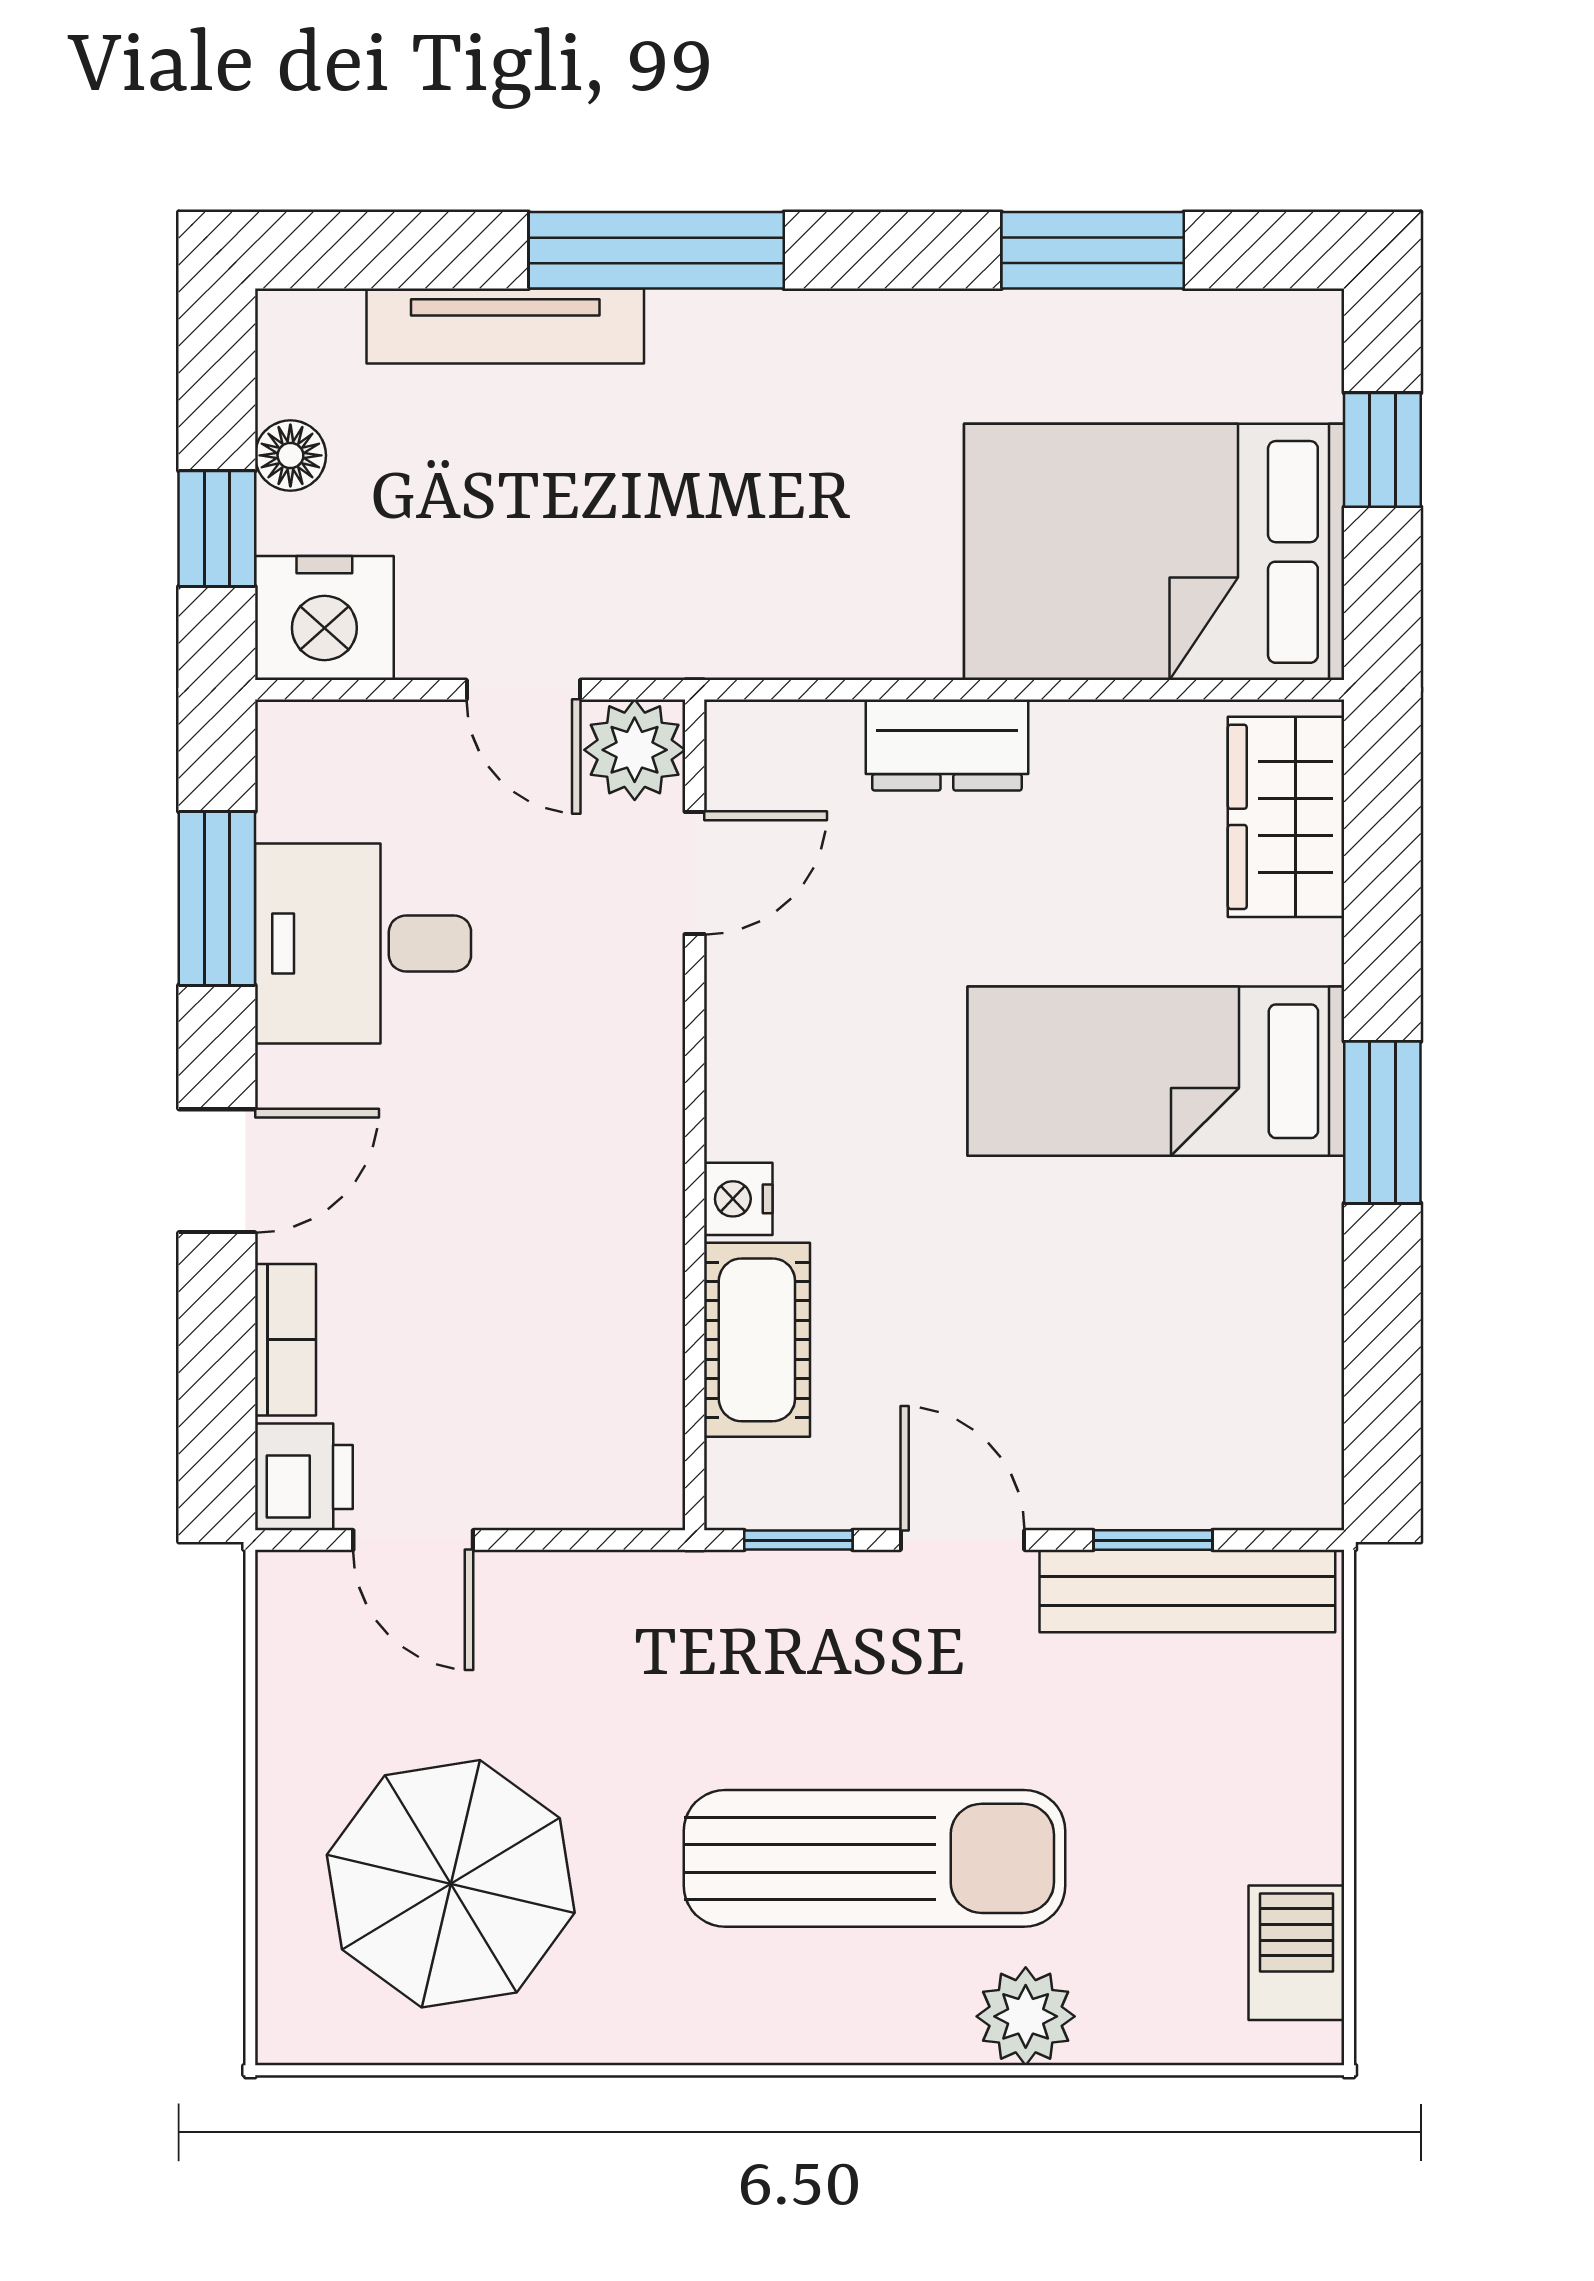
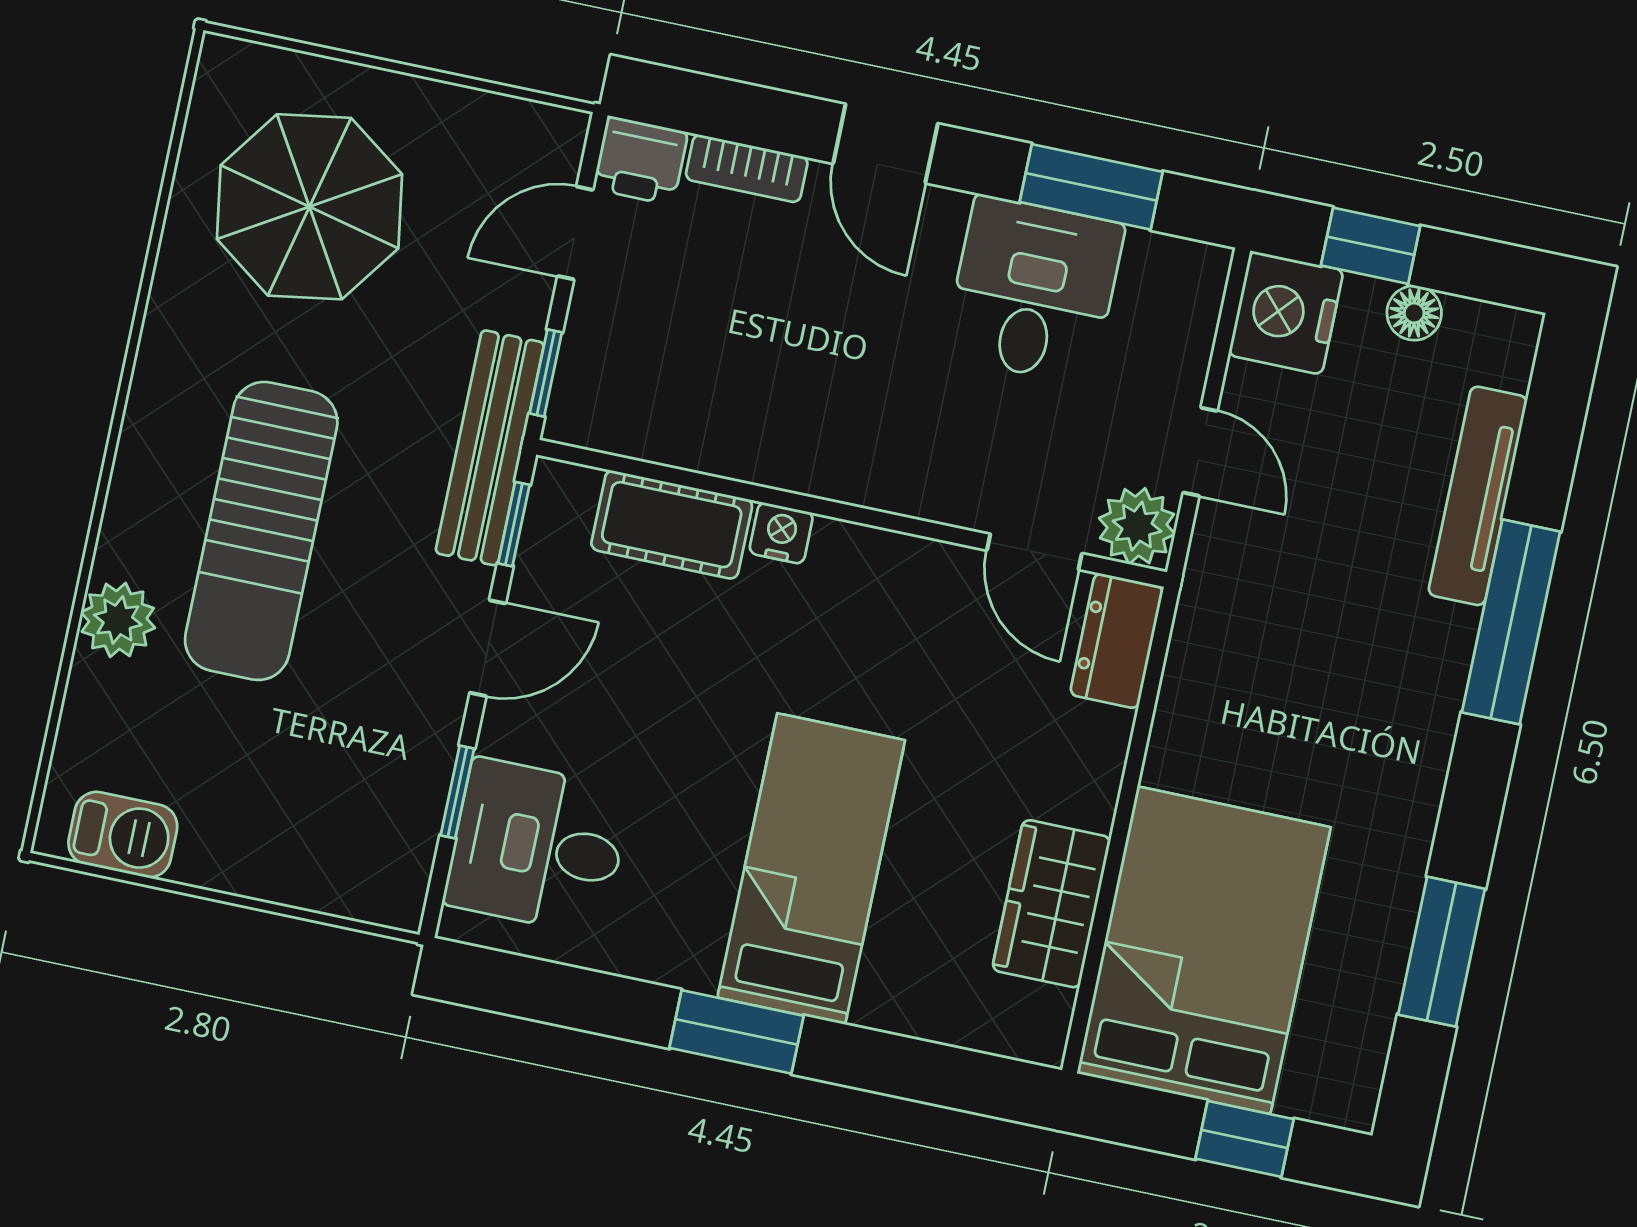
door: (523, 690) -> (1200, 452), swing flipped
dresser: (947, 745) -> (1117, 641), moved
wardrobe: (1286, 817) -> (1051, 904), moved, turned -90
desk: (1201, 1424) -> (538, 847), added
window: (598, 1540) -> (546, 373), added
bench: (1187, 1591) -> (490, 448), moved

